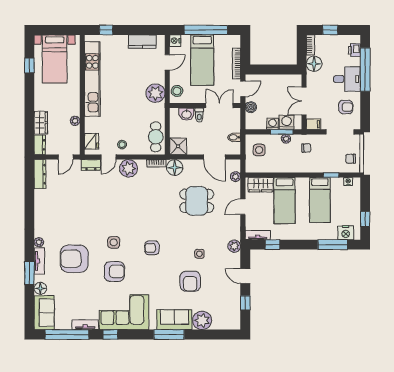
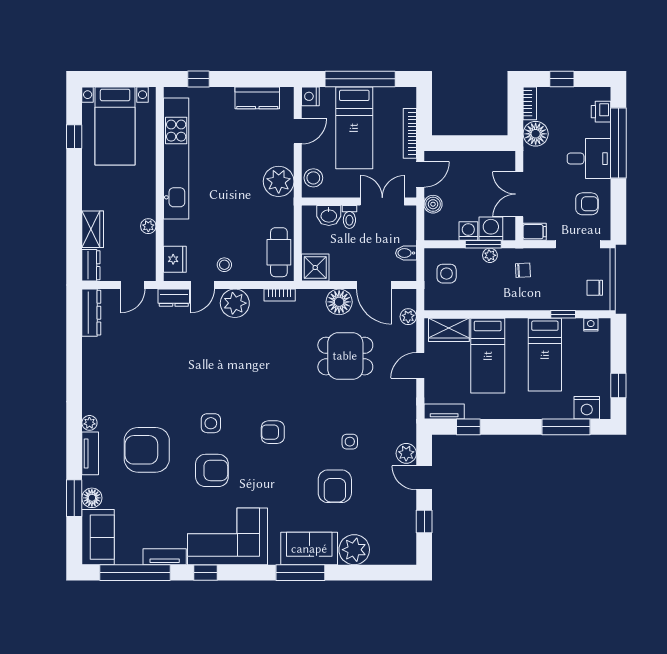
floor lamp: (175, 167) -> (339, 302), moved
plant: (234, 246) -> (406, 453), moved
window: (29, 273) -> (74, 498), moved

